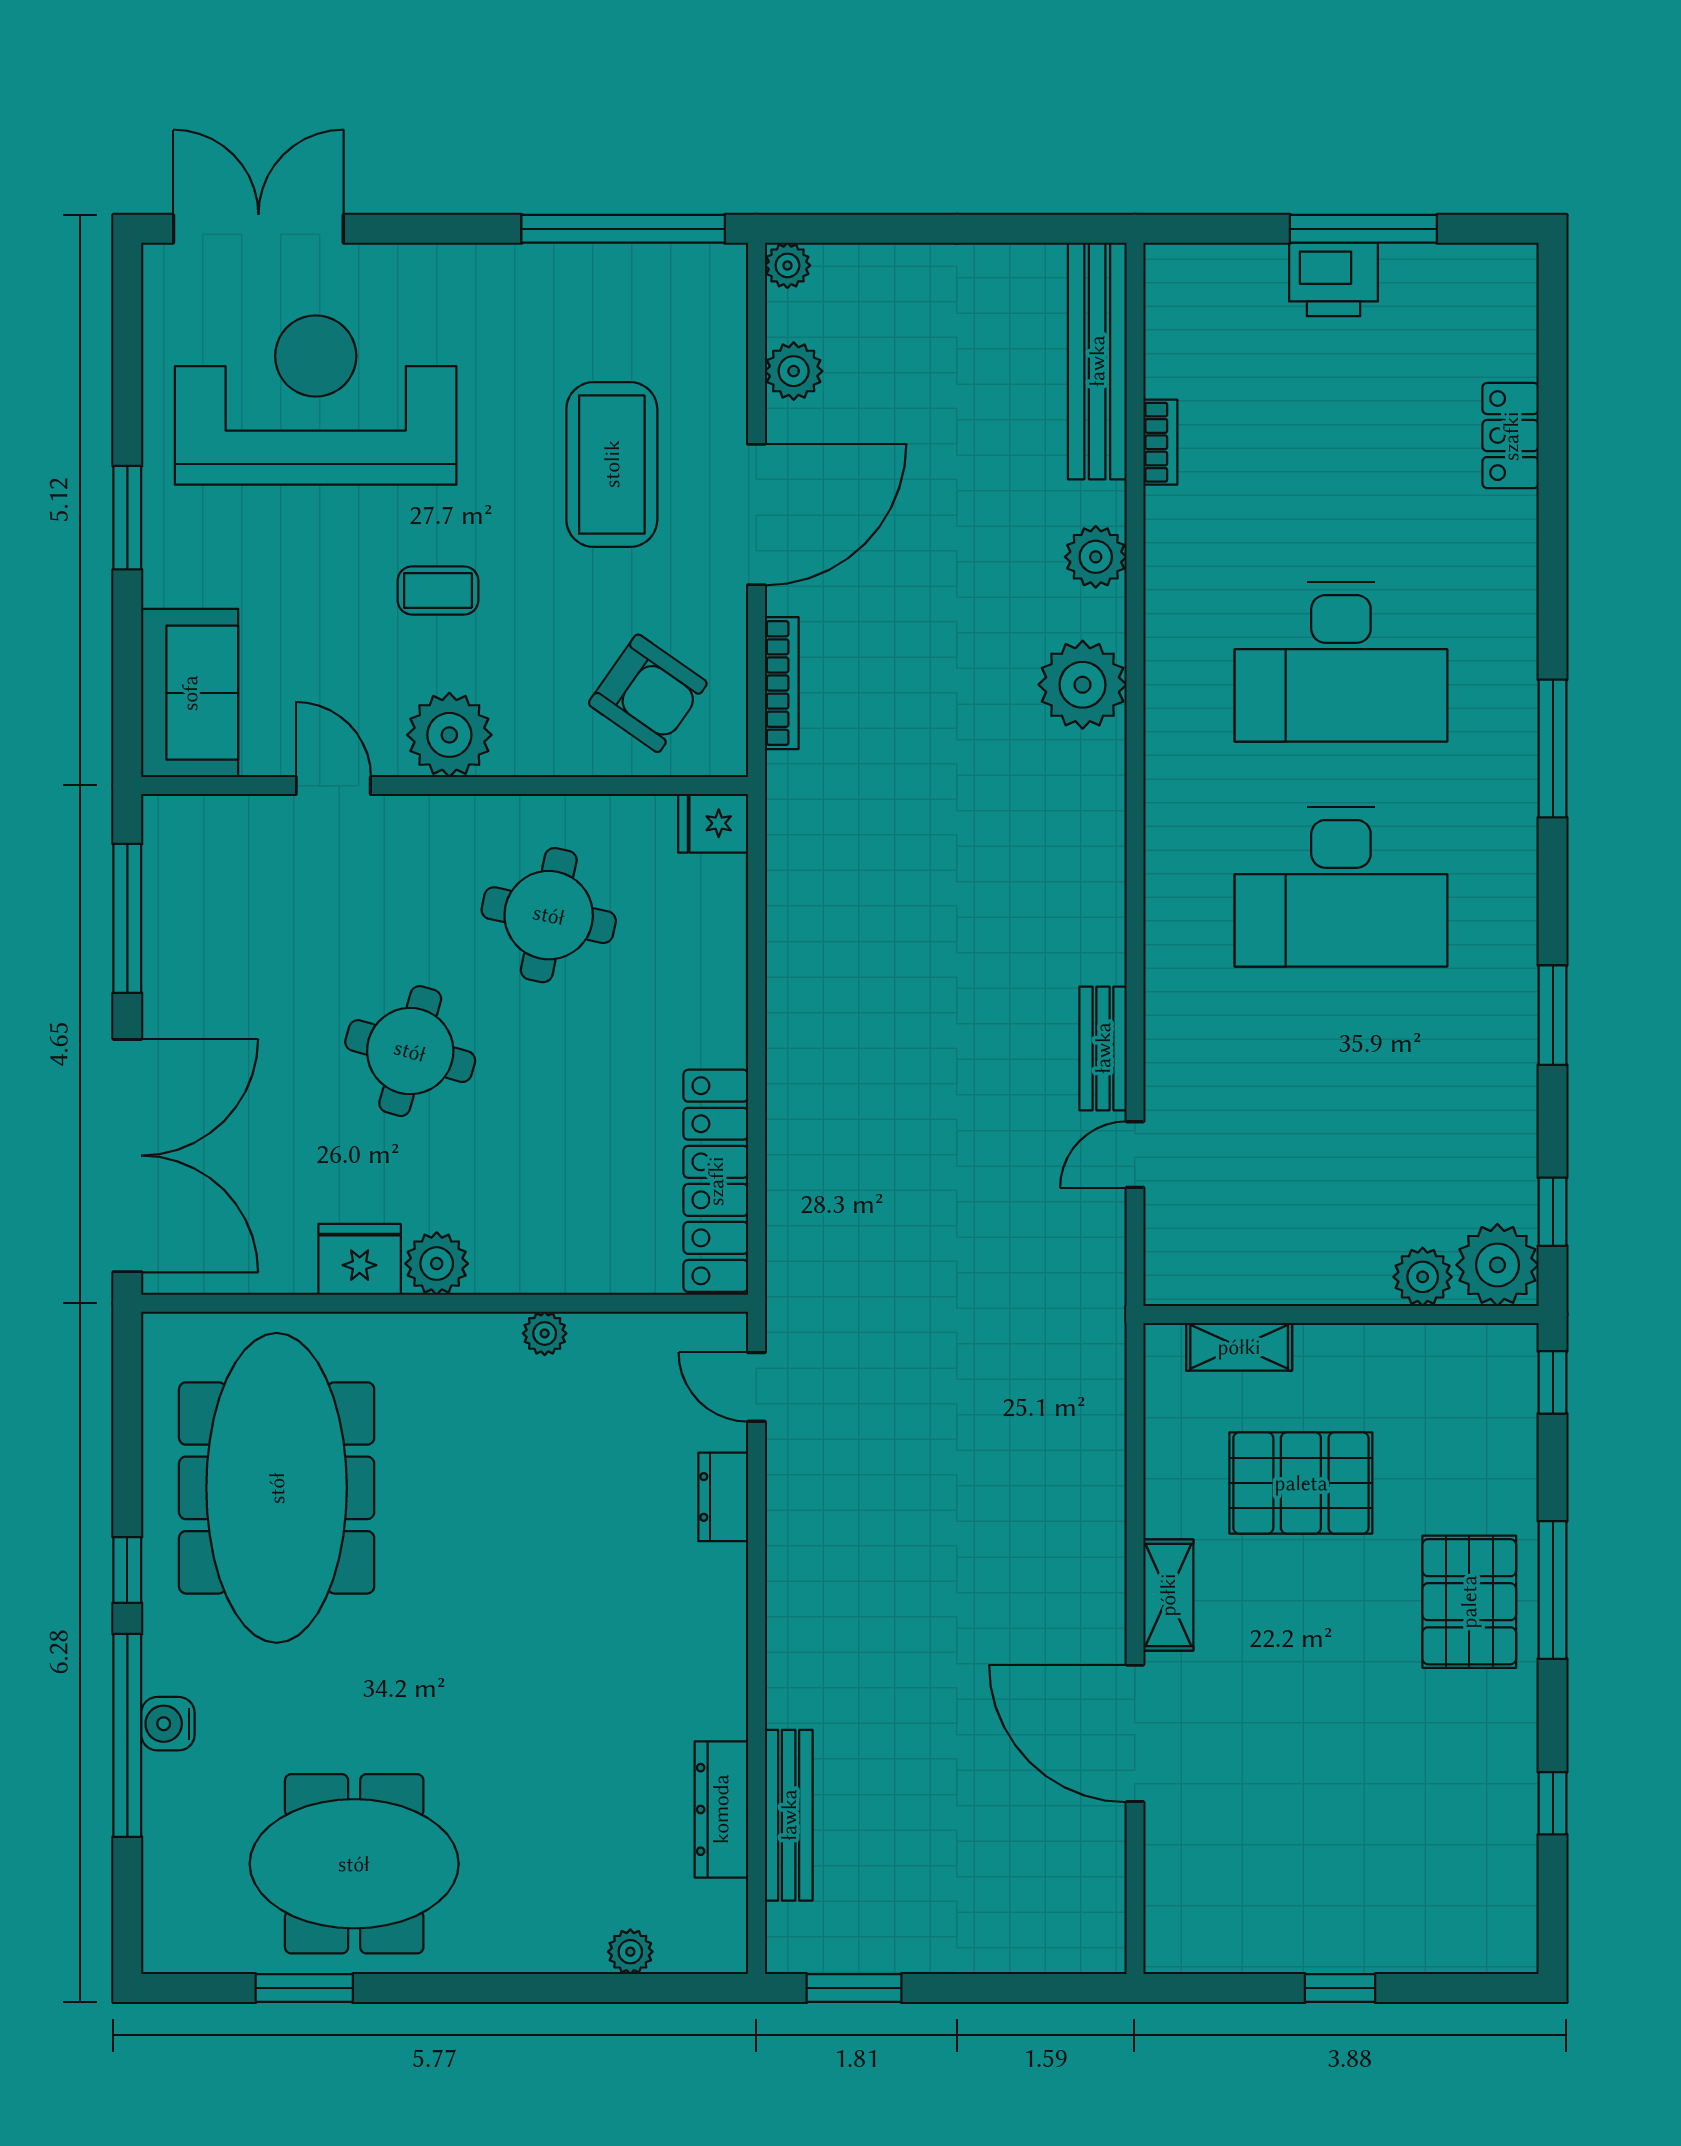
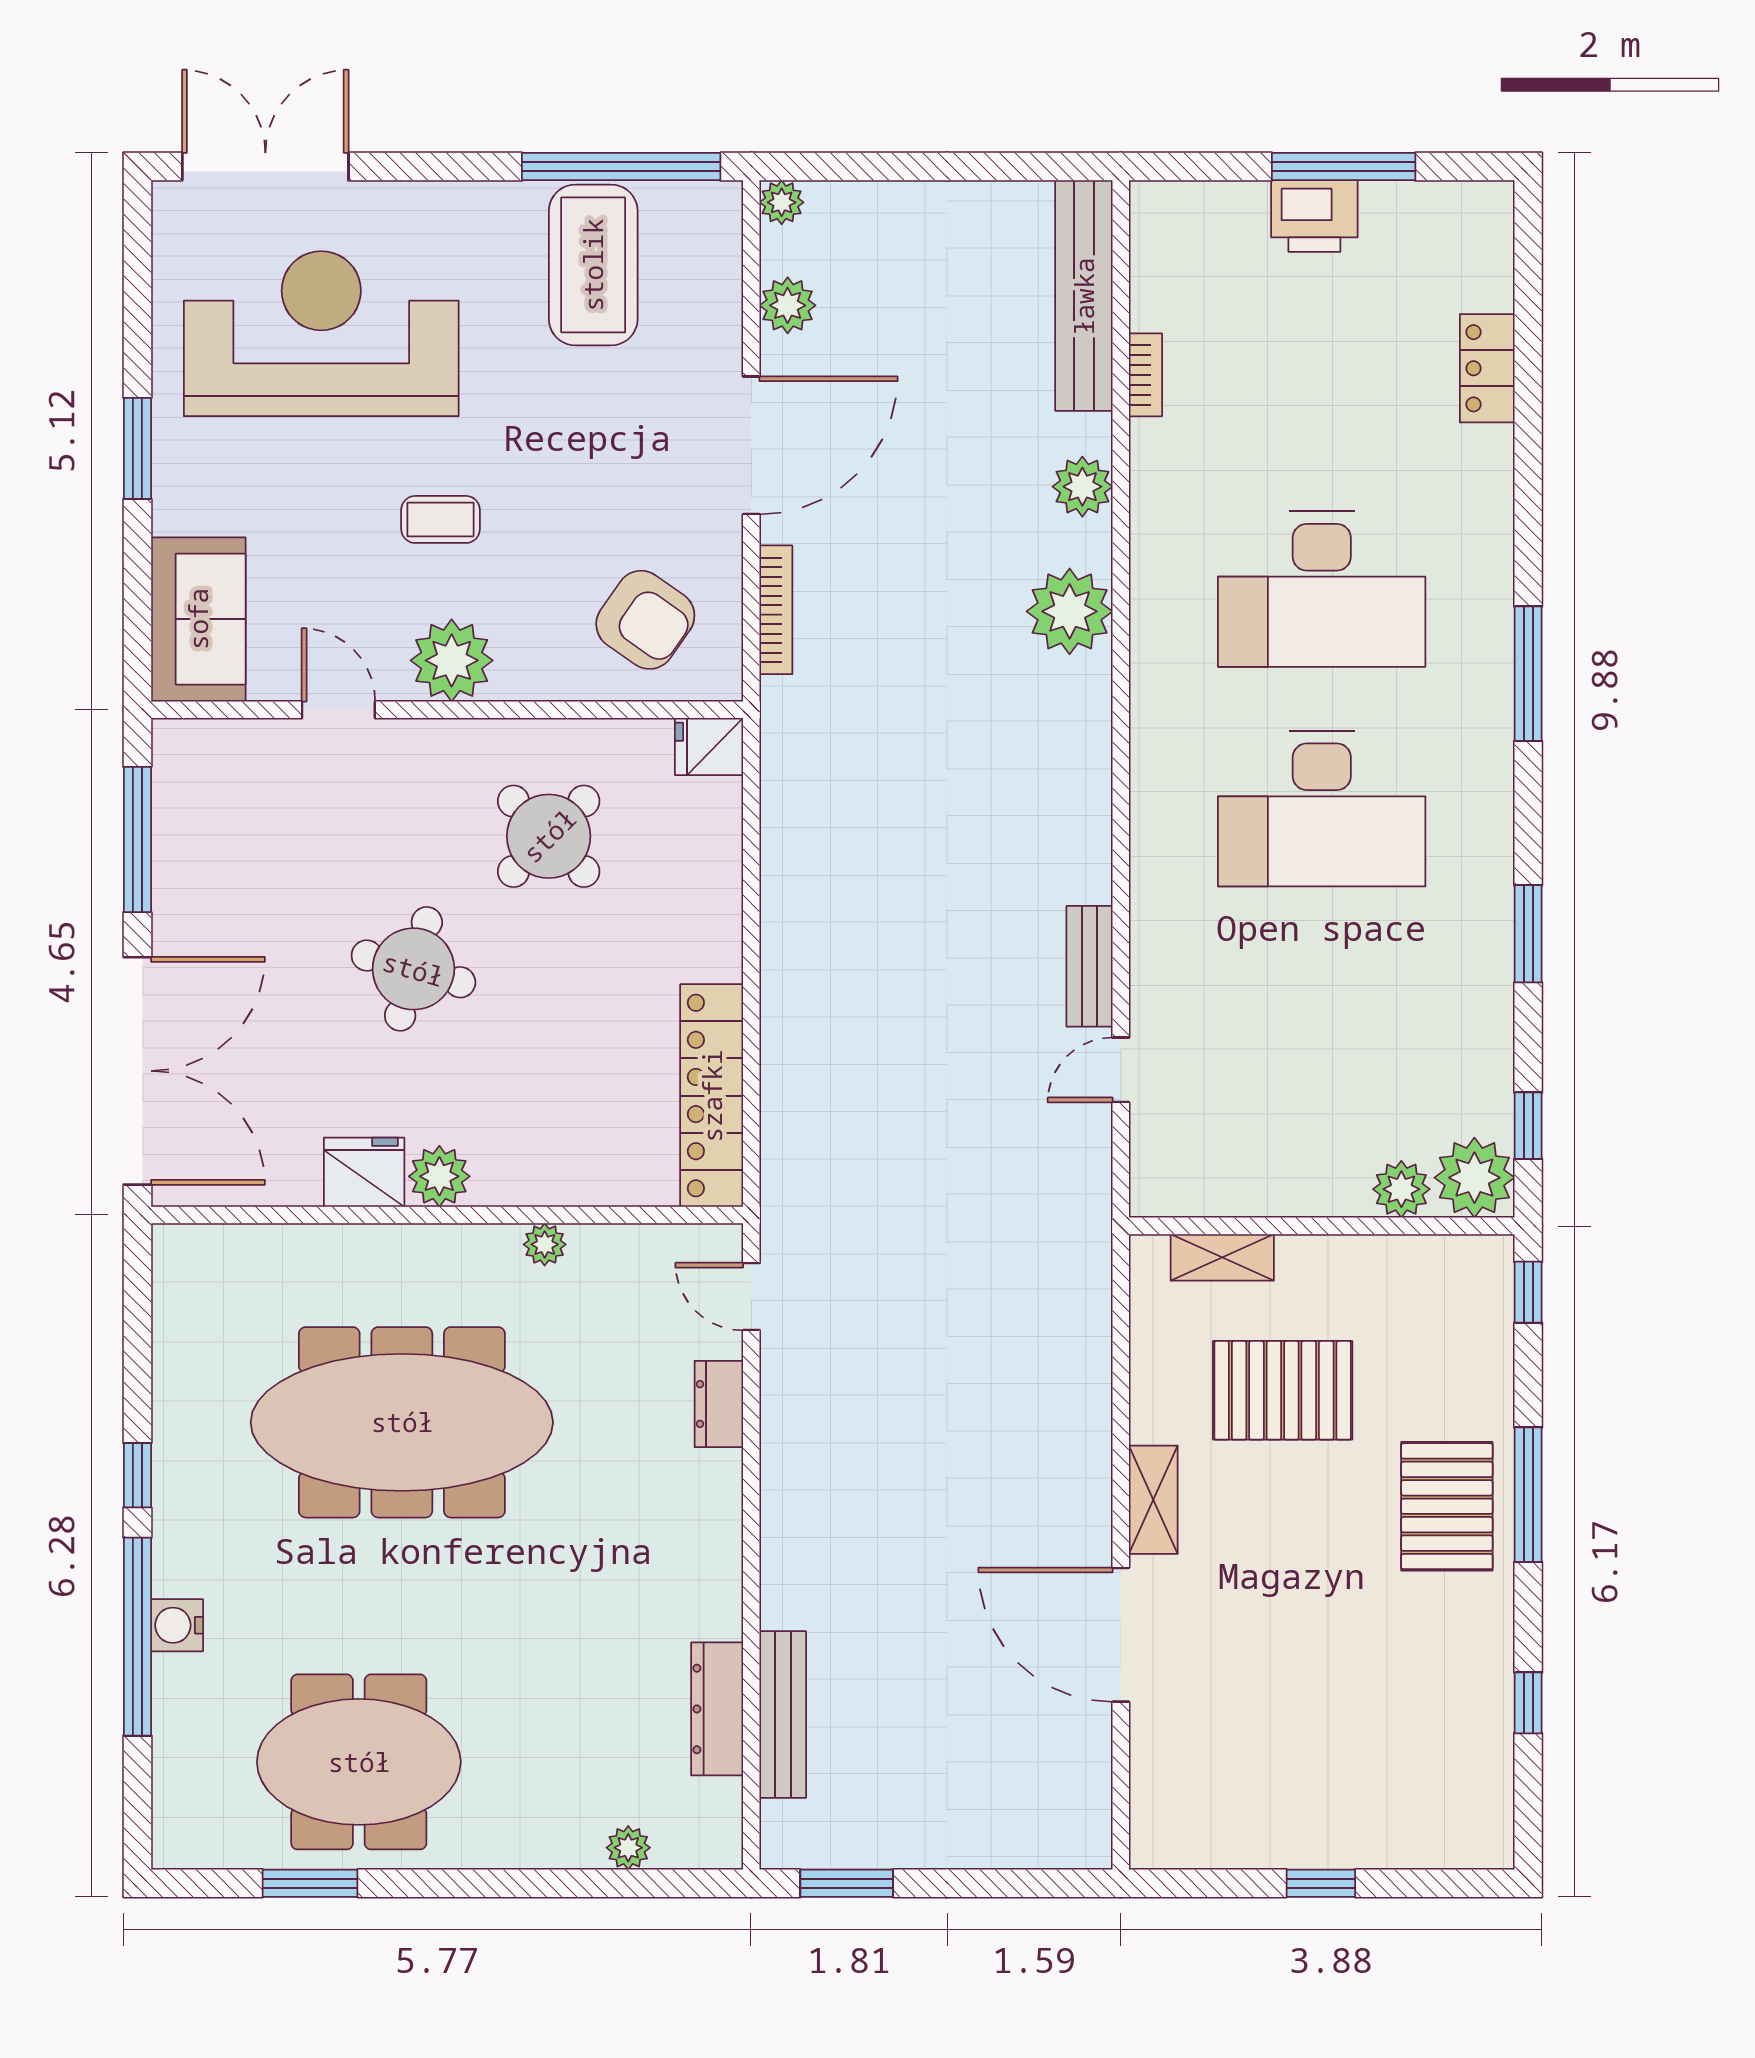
coffee table: (612, 464) -> (593, 265), moved
round table: (549, 915) -> (549, 836), turned 33
meeting table: (277, 1488) -> (402, 1422), moved, turned 90

